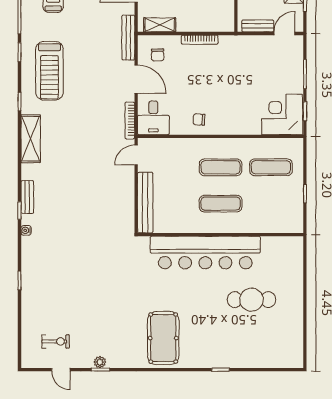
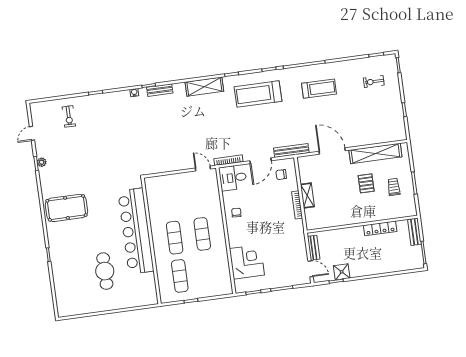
shelving: (160, 25) -> (307, 196), moved
corner desk: (282, 114) -> (247, 262), moved
exercise mat: (271, 167) -> (180, 276), moved
bench: (145, 203) -> (168, 180), removed
exercise bike: (56, 341) -> (69, 116), moved

